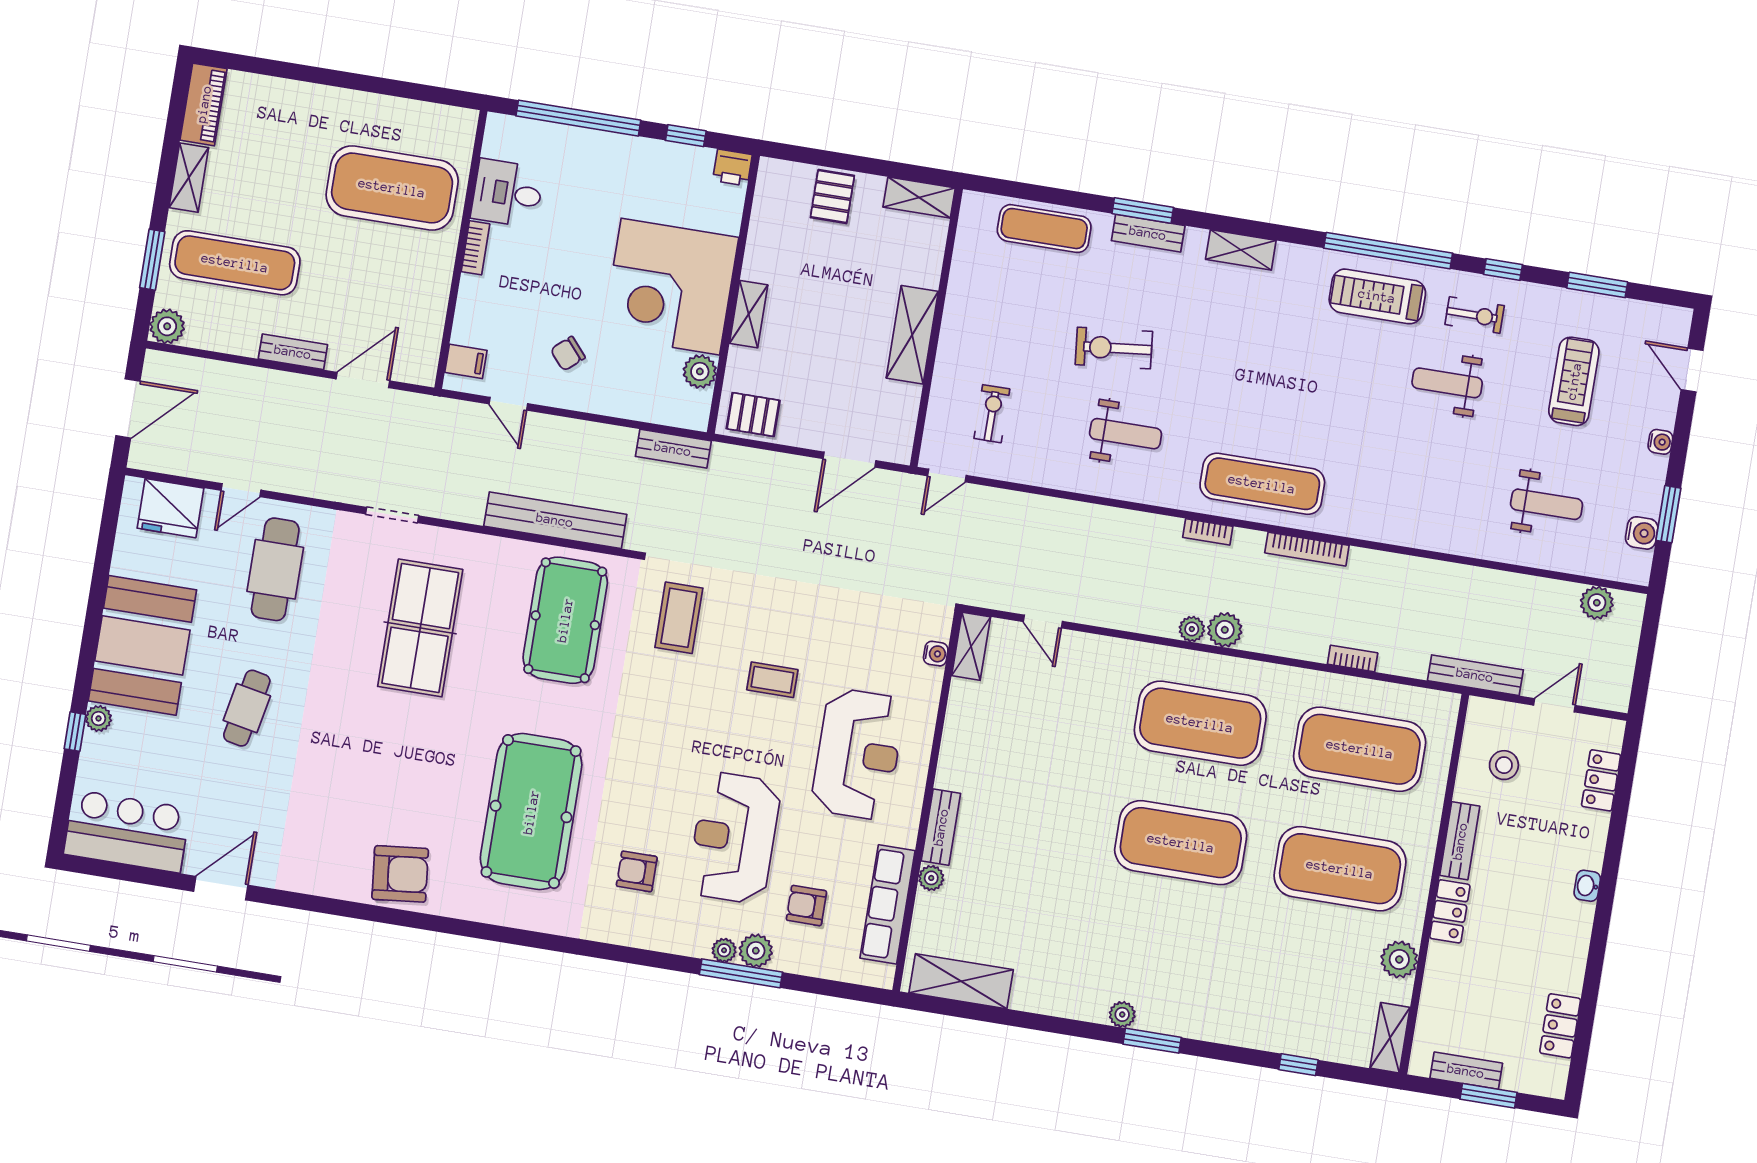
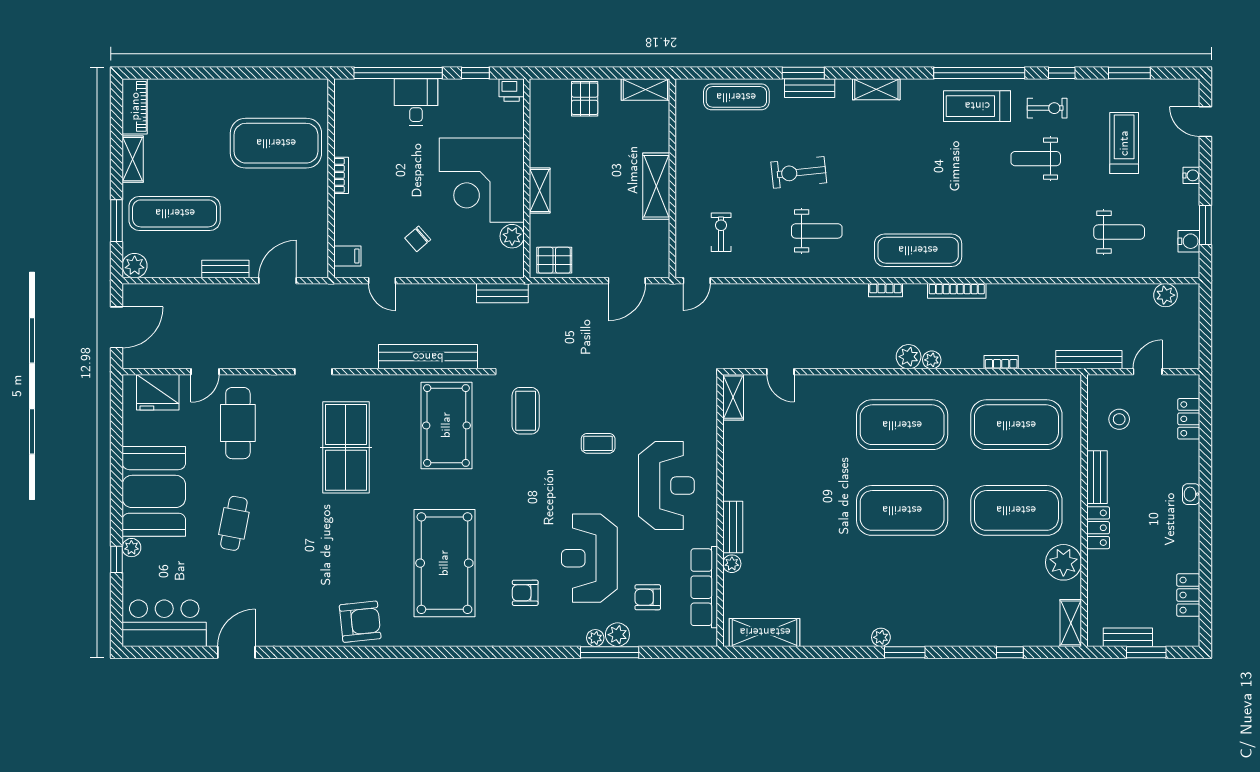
desk: (507, 193) -> (416, 102), moved, turned 90
plant: (1192, 629) -> (932, 360), moved
water cooler: (936, 654) -> (709, 406), removed
plant: (1399, 959) -> (1063, 562), width x1.36, depth x1.36

